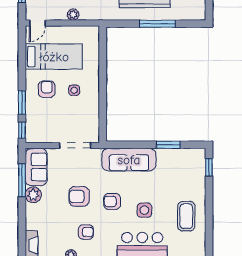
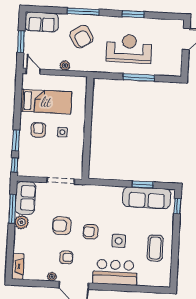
door: (37, 23) -> (33, 71), swing flipped
sofa: (129, 160) -> (147, 198), moved

